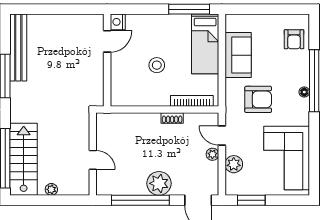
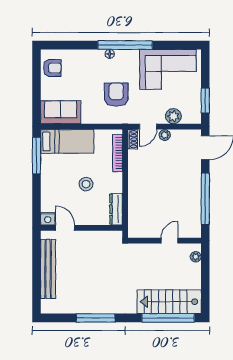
armchair: (294, 39) -> (52, 68), moved
bench: (18, 47) -> (48, 269), moved, turned 90
sofa: (238, 55) -> (61, 112), moved
window: (314, 81) -> (125, 45), moved
dresser: (128, 99) -> (116, 209), added
shoe rack: (172, 118) -> (133, 139), moved
plant: (159, 183) -> (190, 182), removed
plant: (51, 189) -> (196, 257), moved

